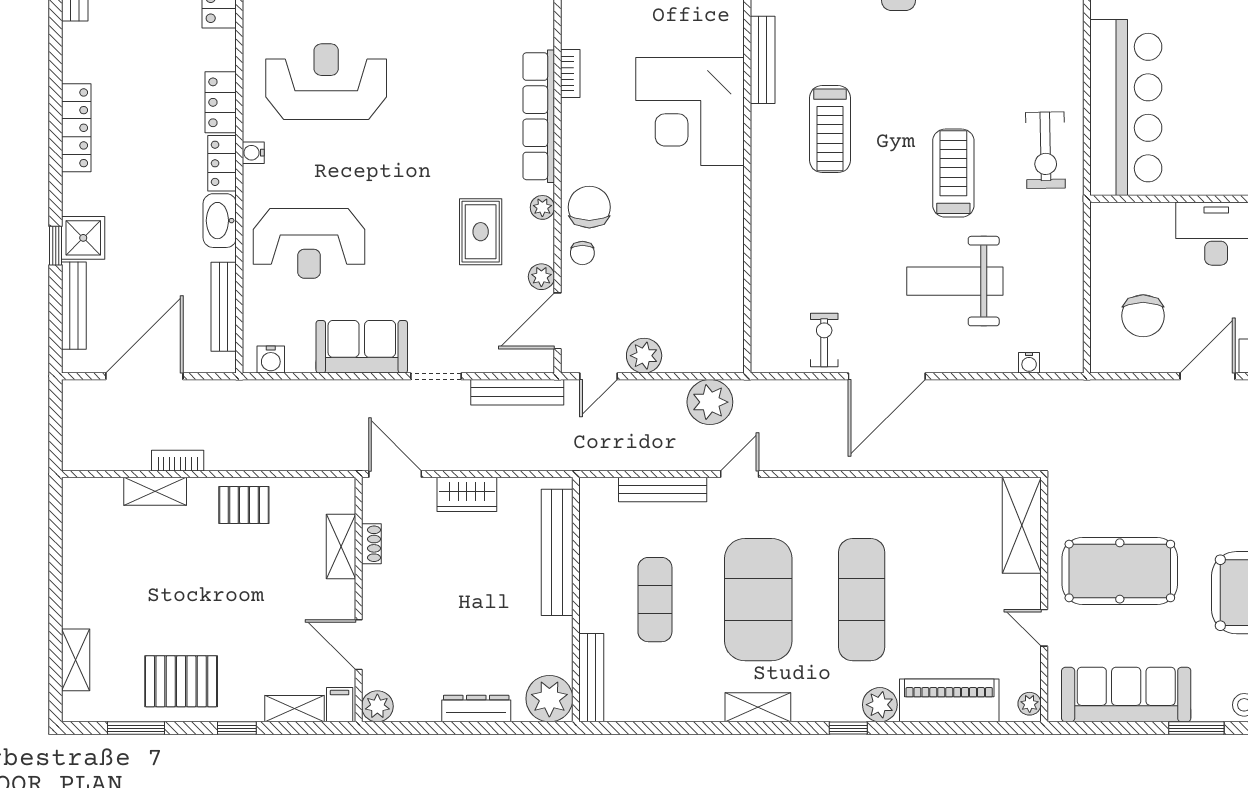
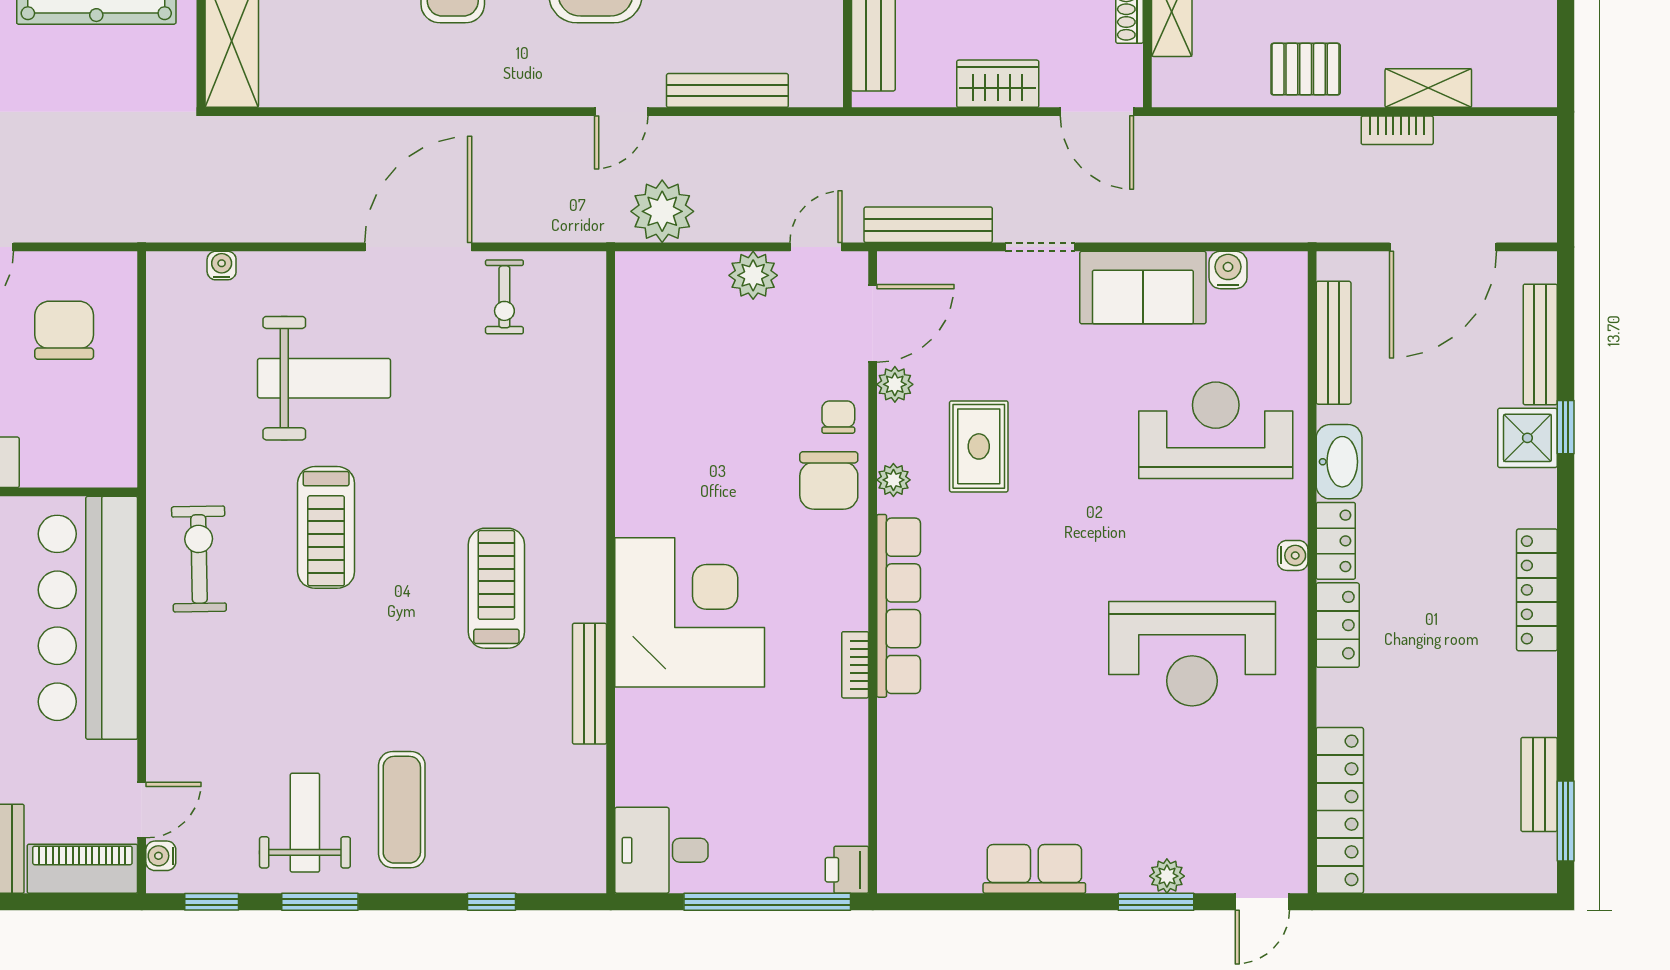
water cooler: (271, 359) -> (1228, 270), moved

